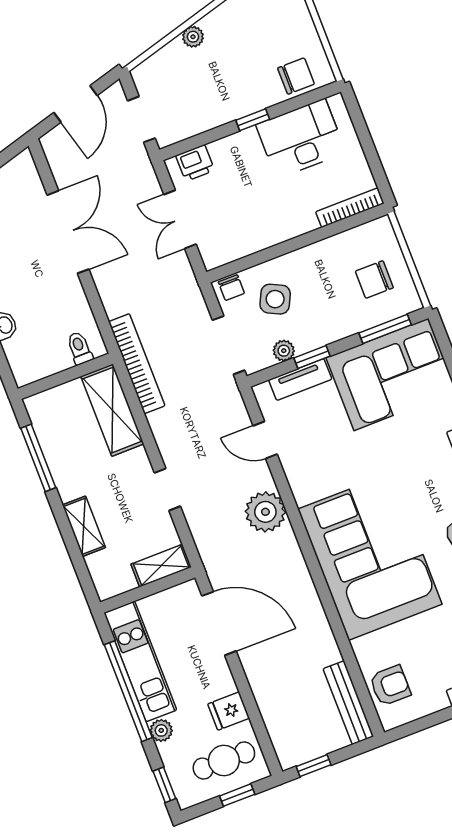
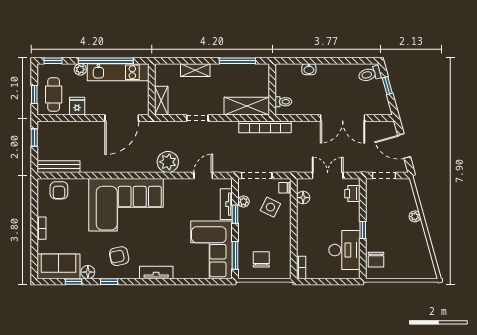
bookcase: (350, 208) -> (301, 267), width x0.64
floor lamp: (236, 248) -> (303, 198), added

